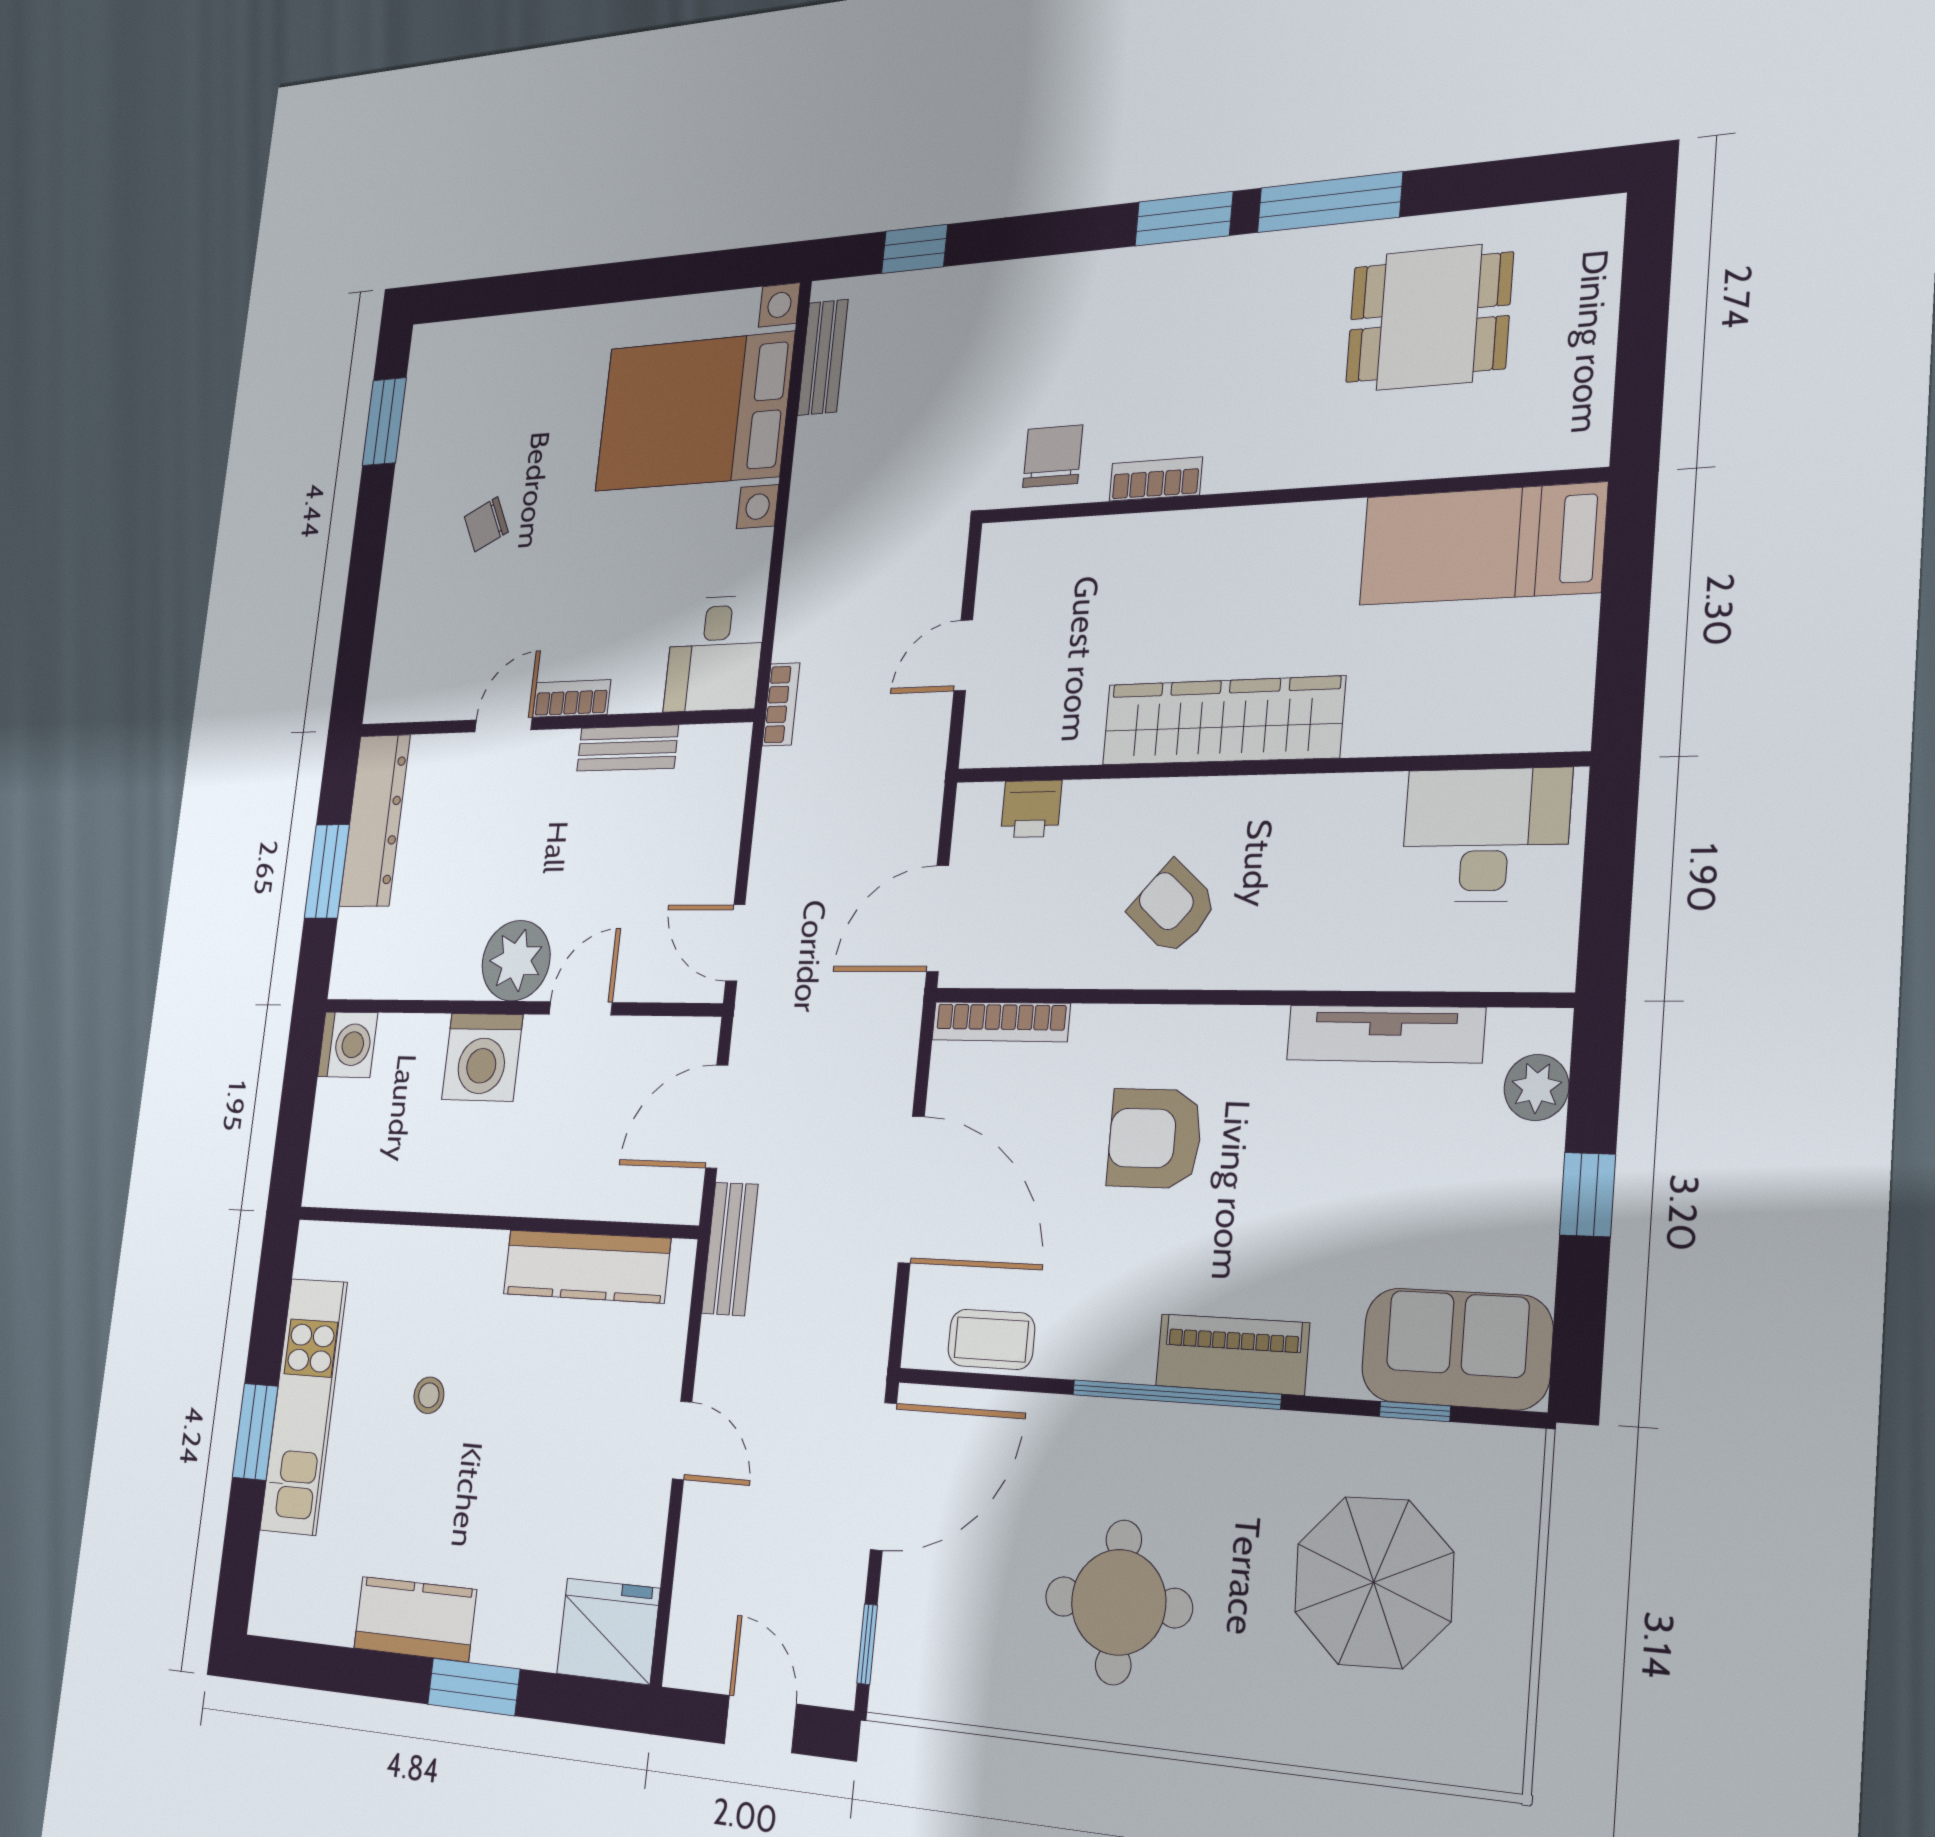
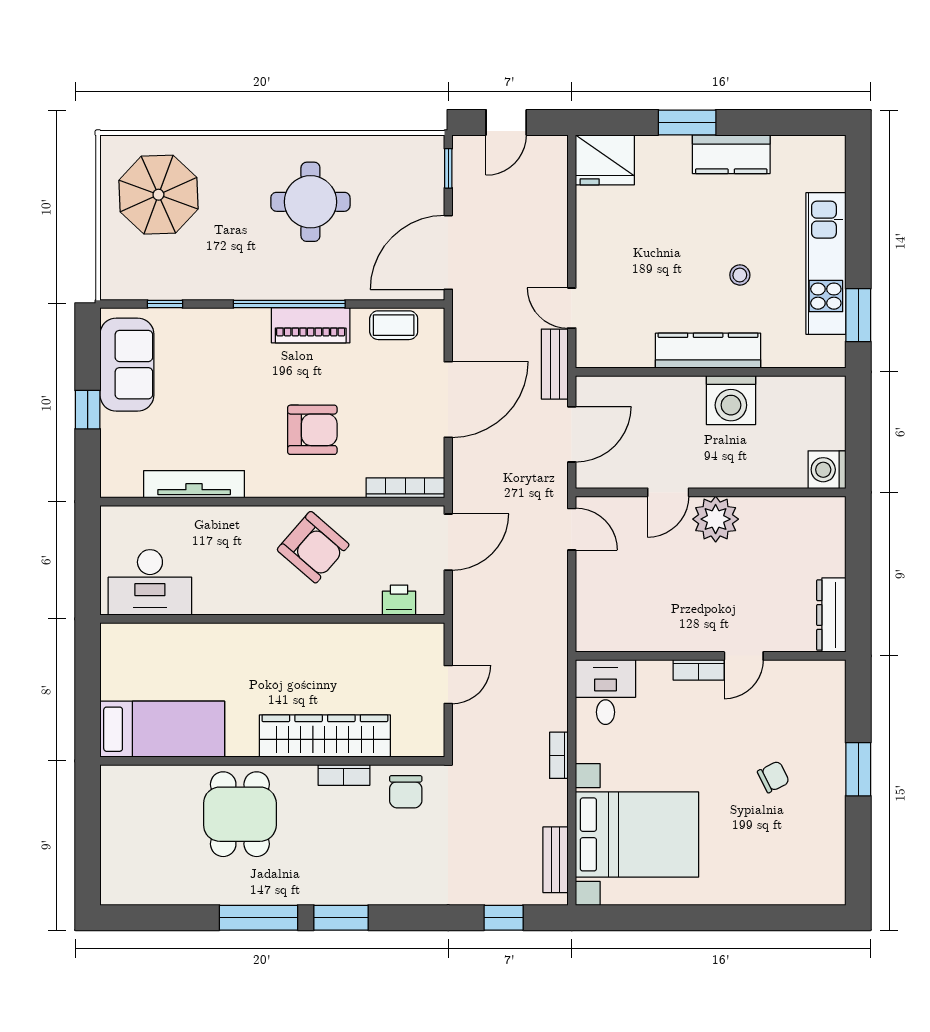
dining table: (1429, 317) -> (240, 814), moved, turned 90
window: (384, 422) -> (858, 769), moved
bookcase: (781, 704) -> (559, 755), moved
wardrobe: (1223, 721) -> (325, 736), moved, turned 180
bench: (627, 748) -> (657, 640), removed
dresser: (375, 821) -> (831, 615), width x0.73, depth x0.80
window: (327, 871) -> (858, 572), removed
armchair: (1173, 908) -> (313, 547), width x1.38, depth x1.38
washing machine: (482, 1057) -> (731, 400), moved, turned 180
plant: (1537, 1088) -> (116, 460), removed
door: (911, 1189) -> (448, 399), swing flipped
kitchen counter: (586, 1266) -> (708, 351), moved
sofa: (1457, 1349) -> (127, 365), moved, turned -90
piano: (1232, 1354) -> (311, 325), moved
window: (255, 1432) -> (858, 315), moved
door: (682, 1440) -> (572, 308), moved
parasol: (1374, 1582) -> (158, 195), moved
door: (760, 1724) -> (506, 122), hinge flipped

